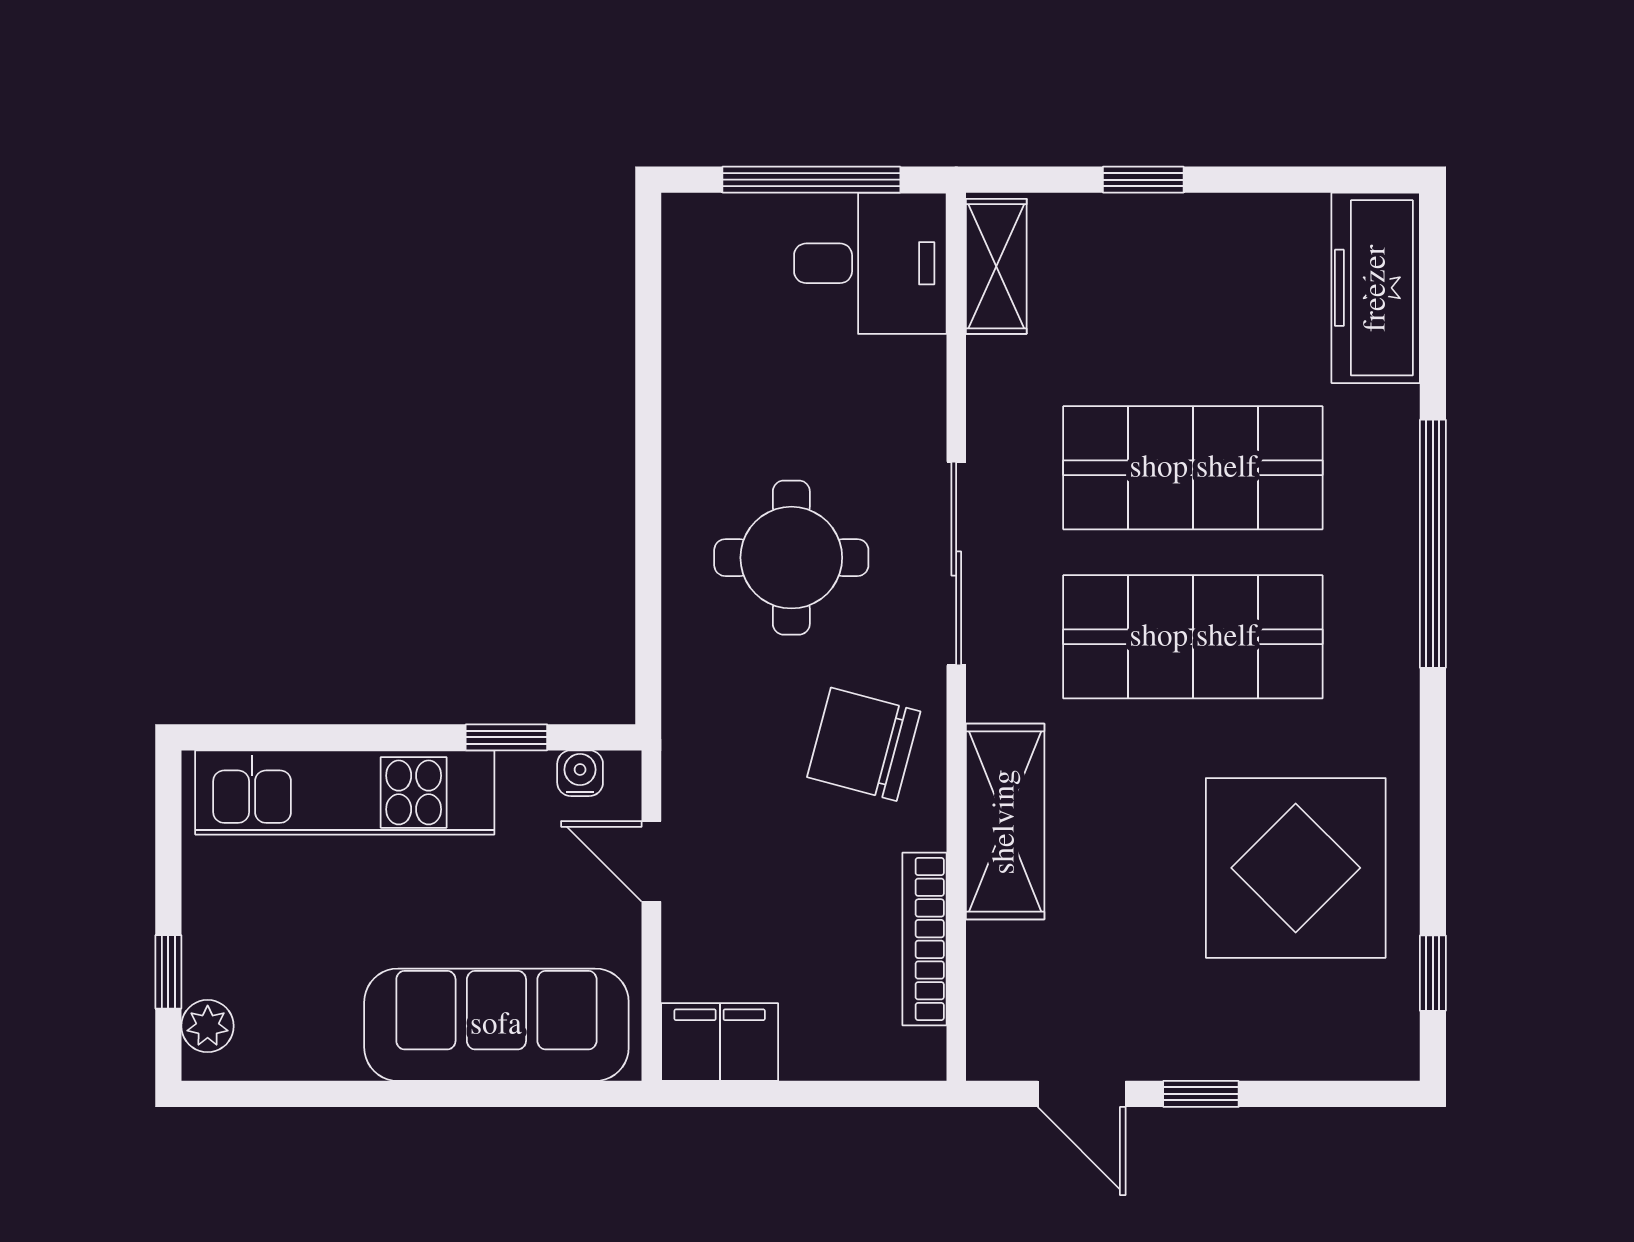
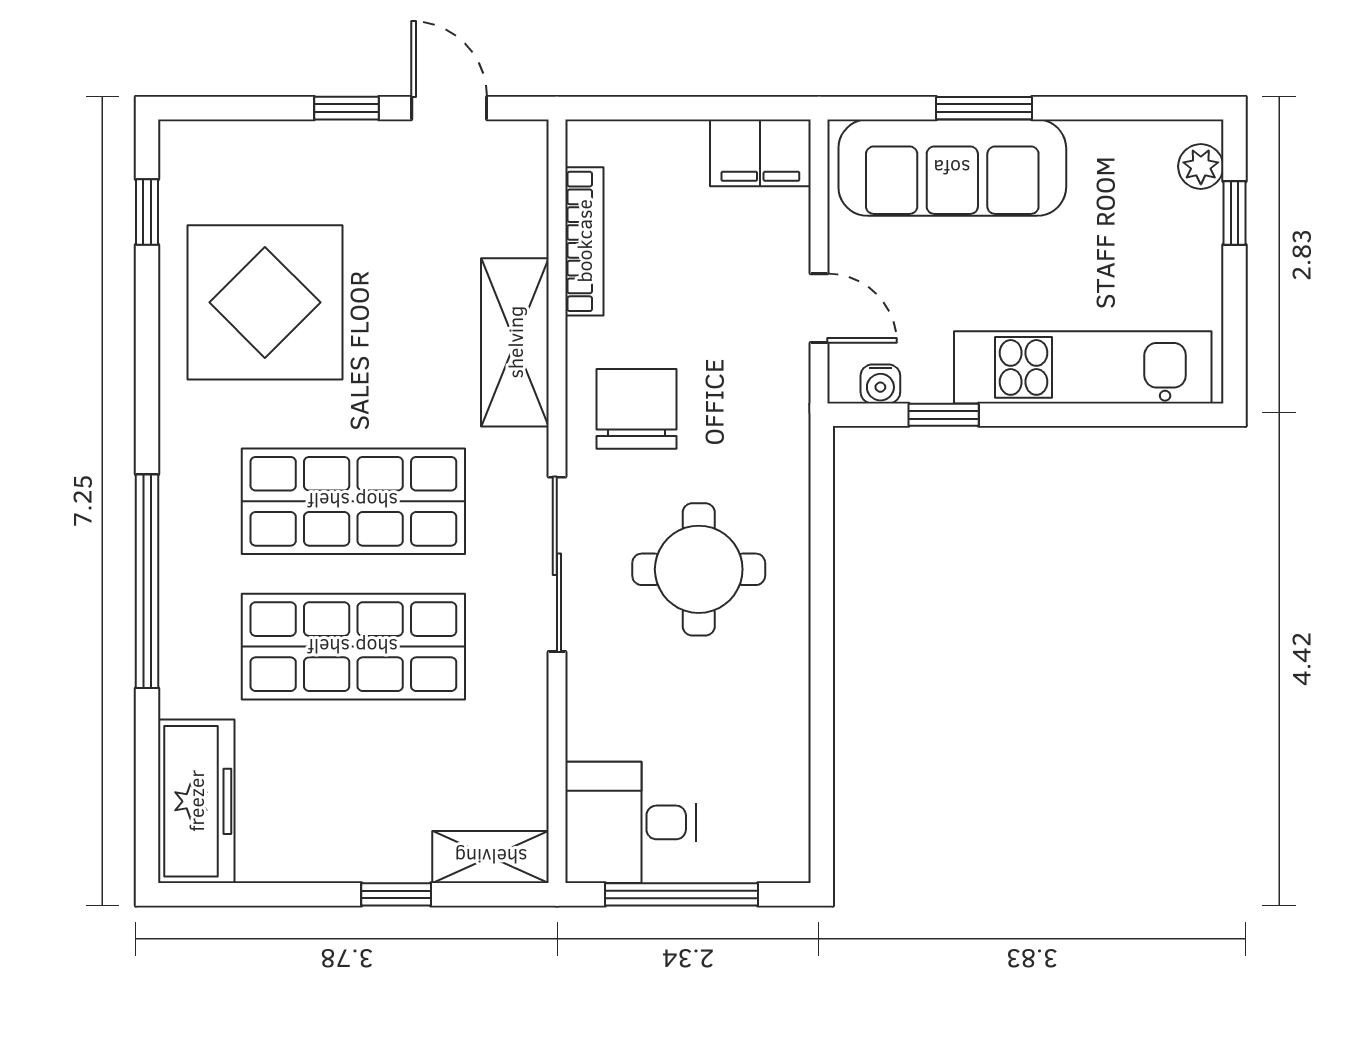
shelving: (996, 266) -> (491, 857), moved, turned 90
chair: (864, 744) -> (636, 409), turned -105
window: (460, 1094) -> (984, 108), added

